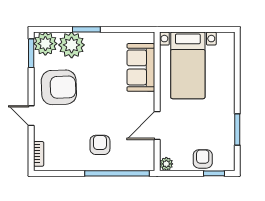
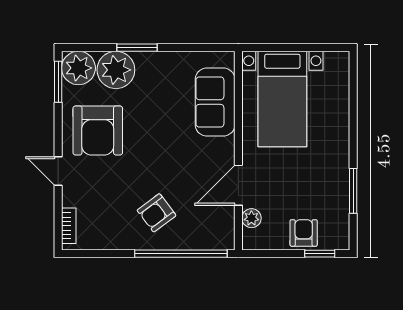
armchair: (59, 87) -> (98, 130), turned 92
armchair: (100, 145) -> (157, 213), turned -127
plant: (166, 164) -> (251, 218), moved

